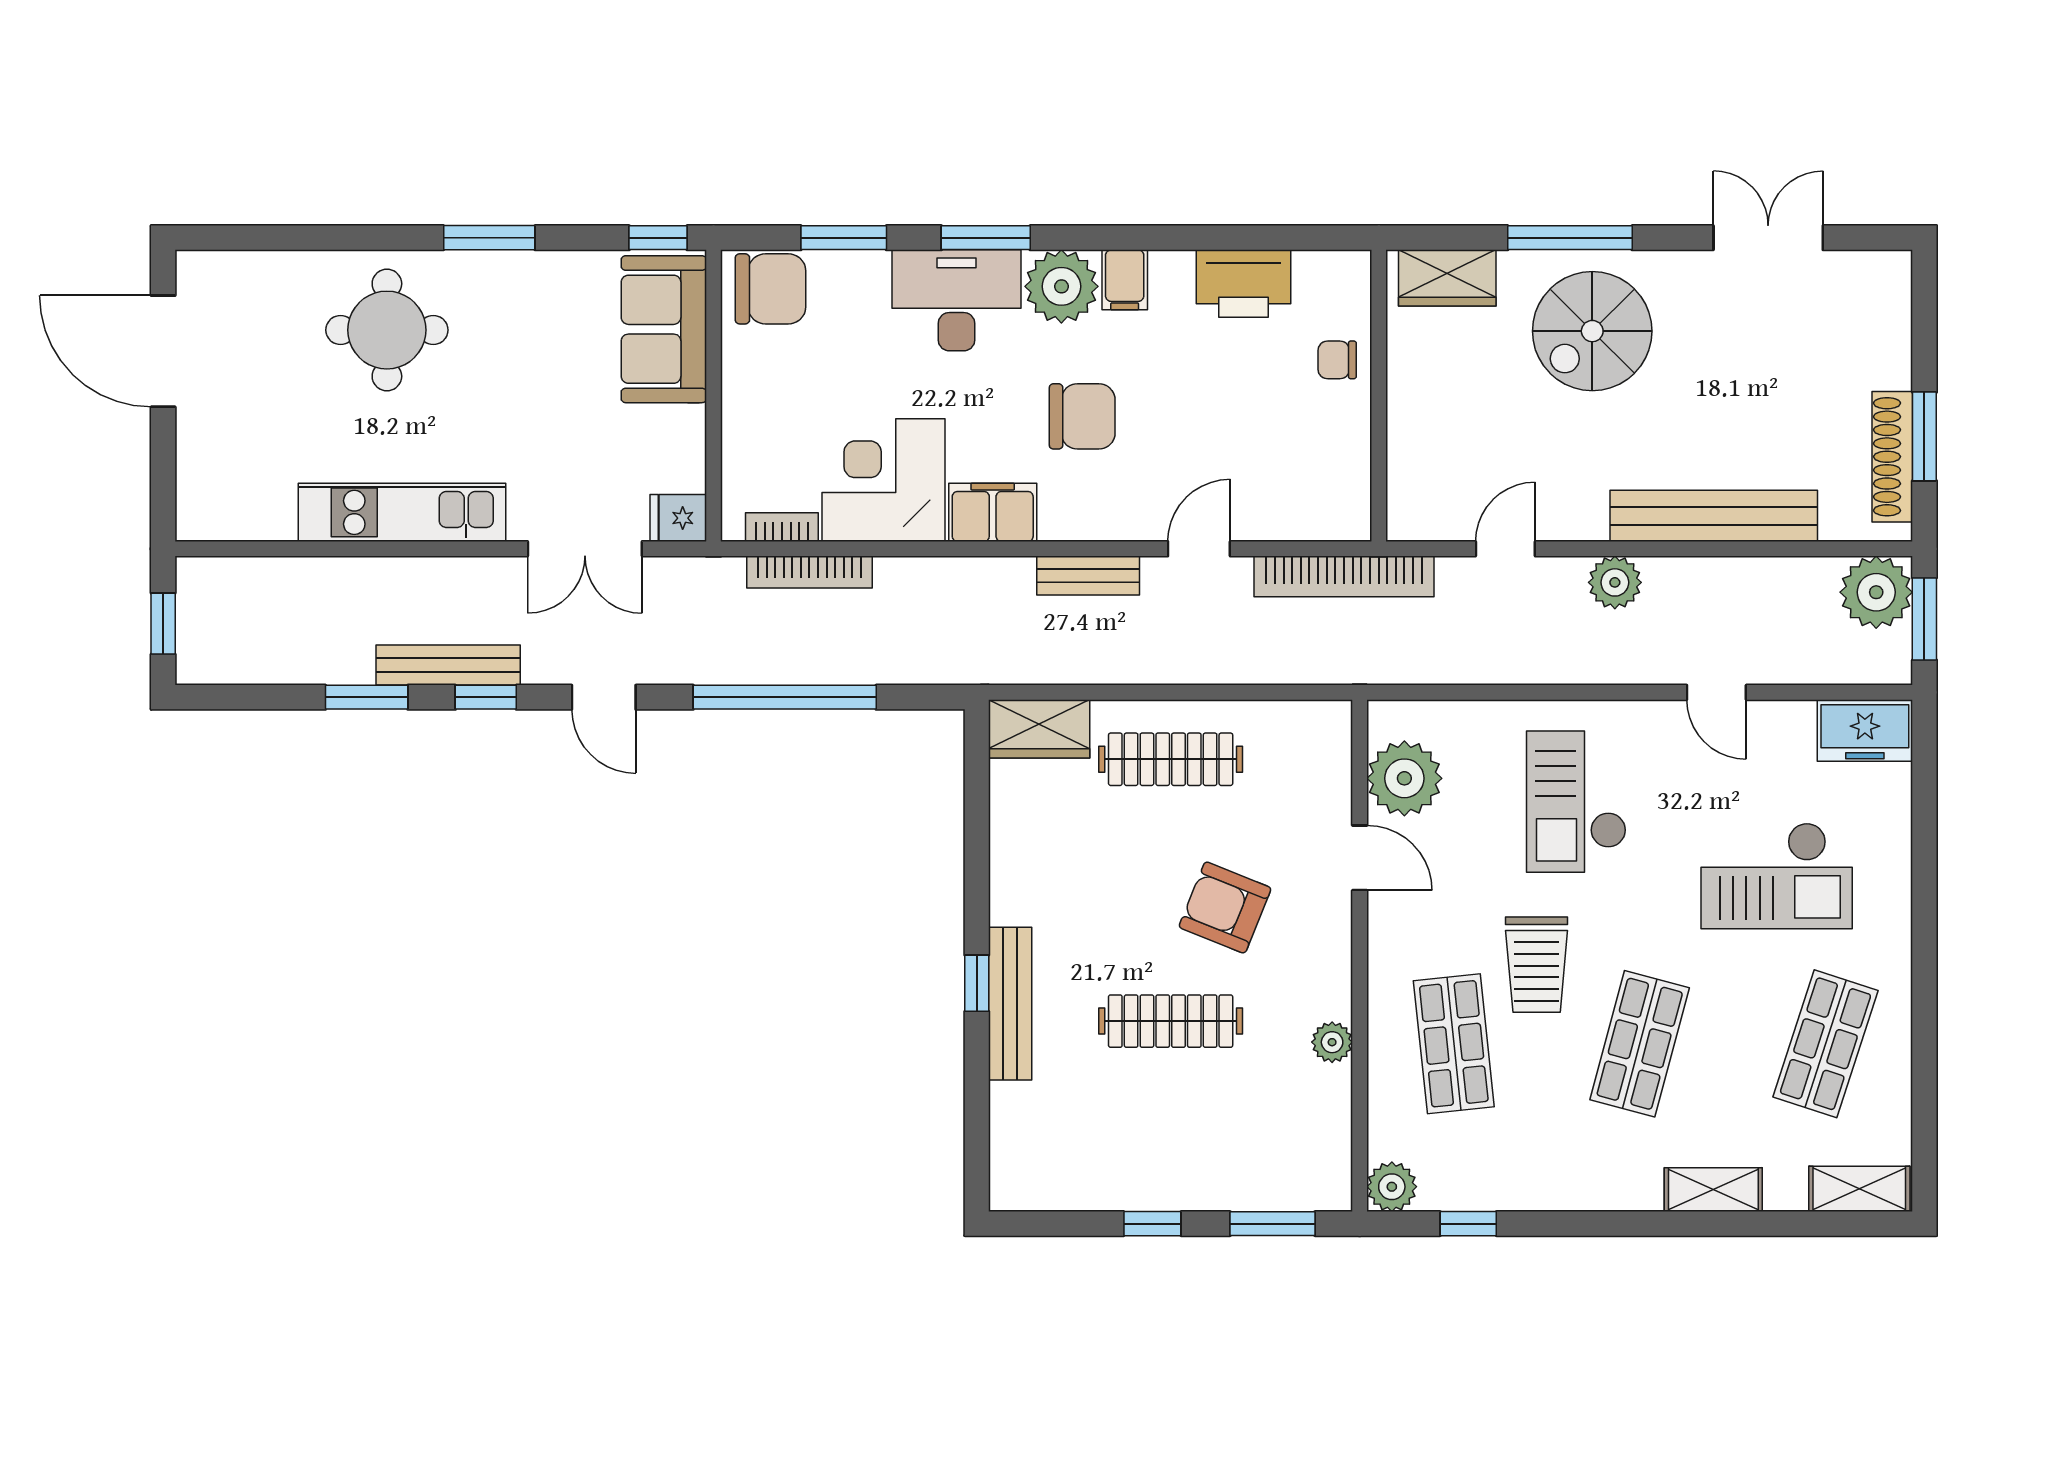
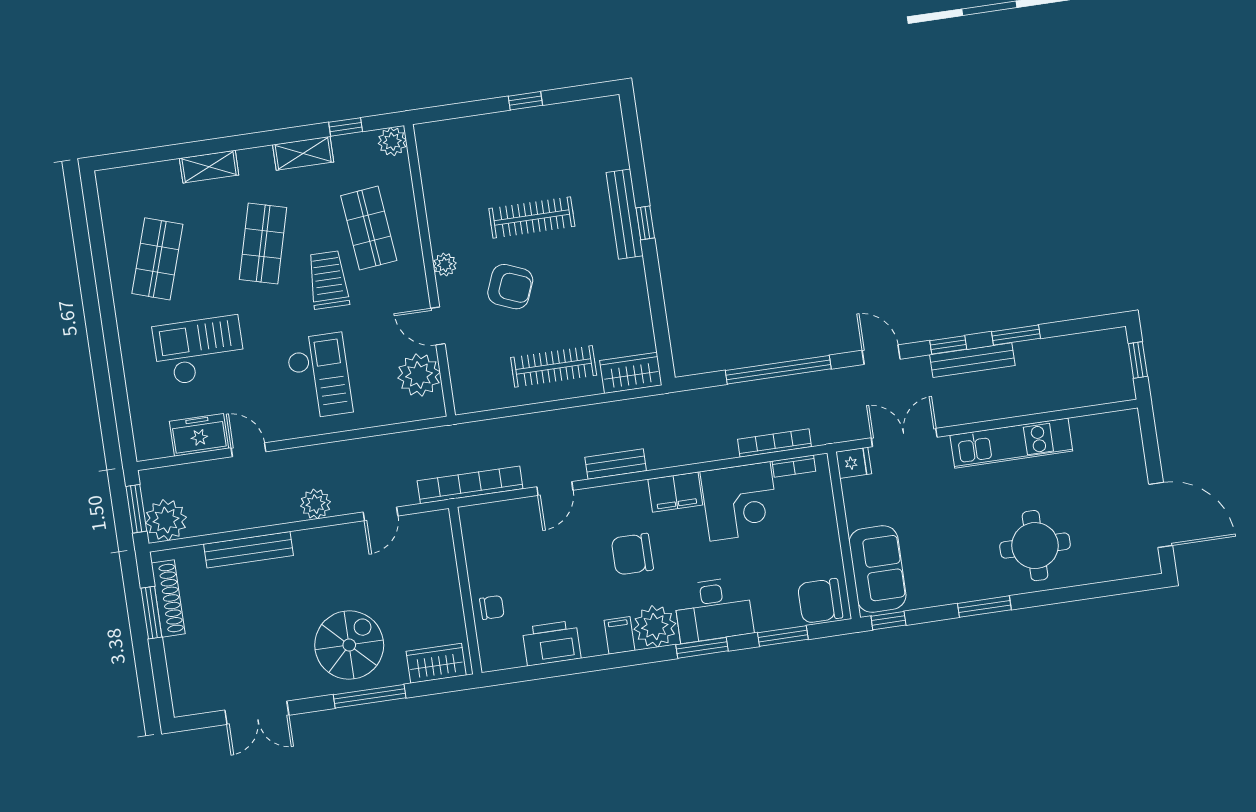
bench: (1714, 516) -> (249, 550), width x0.73, depth x0.82
freezer: (1865, 730) -> (199, 435), moved
plant: (1332, 1042) -> (445, 265), moved
shelving: (1859, 1189) -> (303, 153), moved
window: (1272, 1224) -> (457, 111), removed

